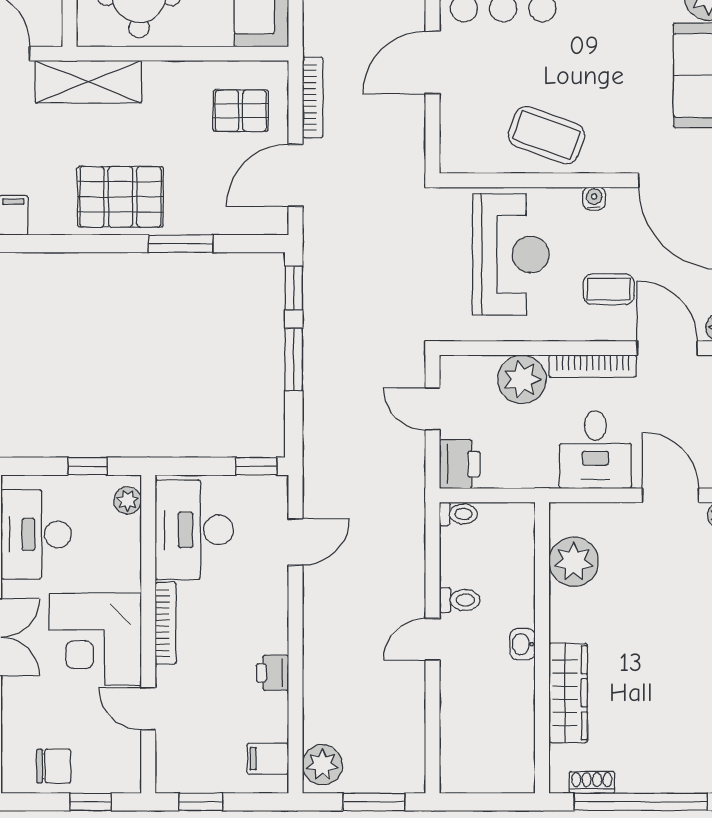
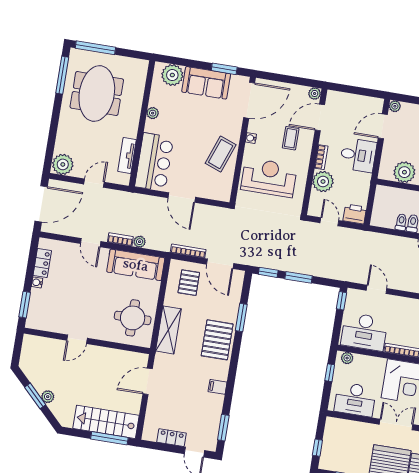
shelving: (88, 82) -> (168, 330), moved
bookcase: (593, 366) -> (321, 157), width x0.64
door: (432, 409) -> (329, 222), swing flipped
toilet: (458, 514) -> (401, 222), moved

